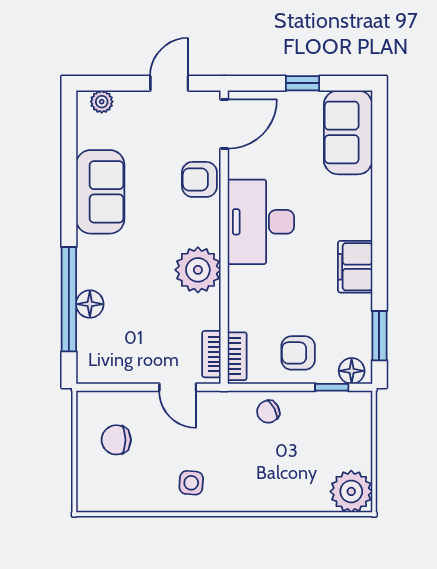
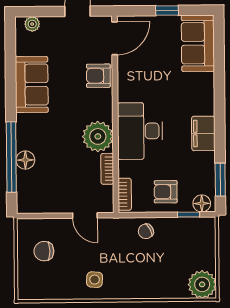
desk: (261, 222) -> (140, 131), moved
bookcase: (211, 354) -> (107, 169), moved

